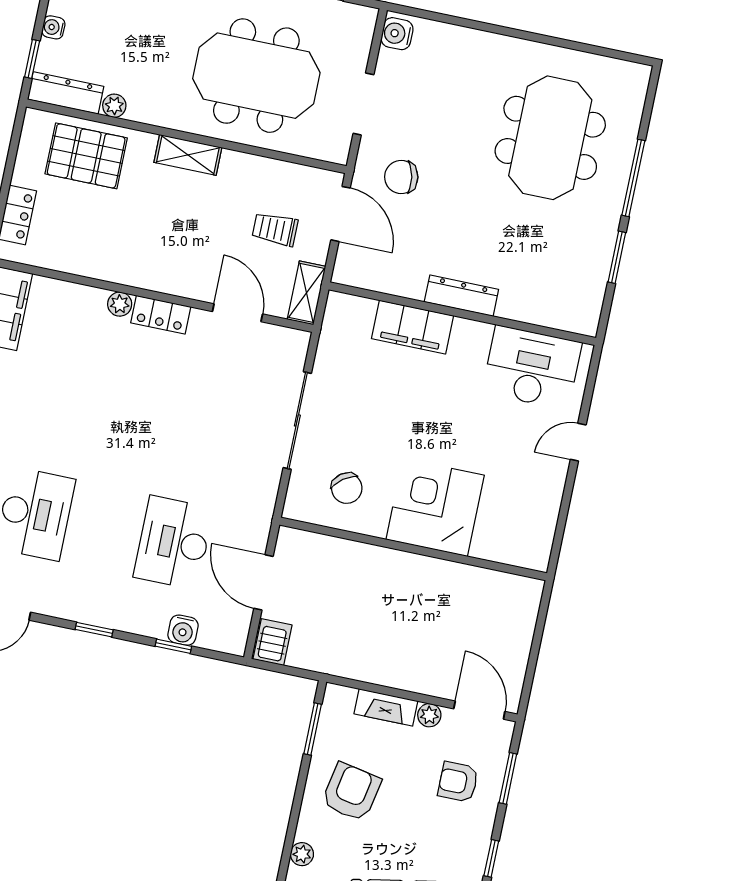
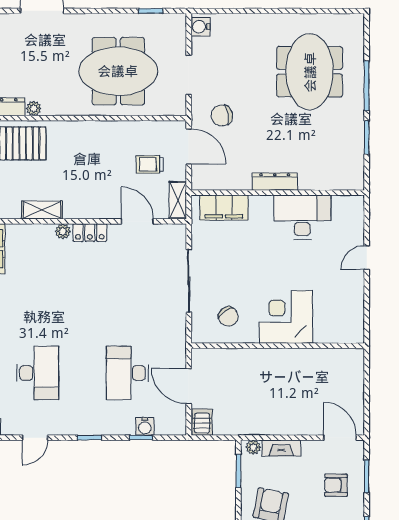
shelving: (188, 155) -> (42, 210), moved
filing cabinet: (413, 327) -> (224, 208), moved
desk: (532, 368) -> (302, 217), moved
plant: (429, 715) -> (253, 447), moved

